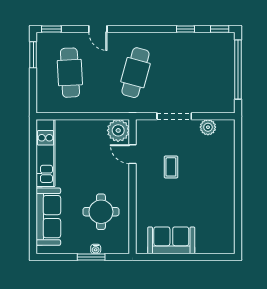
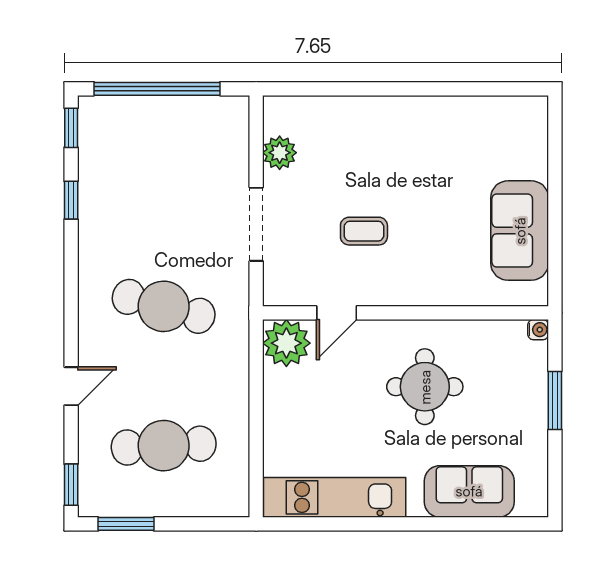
round table: (101, 212) -> (425, 387), moved
sofa: (48, 217) -> (469, 491), width x0.73
water cooler: (96, 249) -> (538, 330), moved

